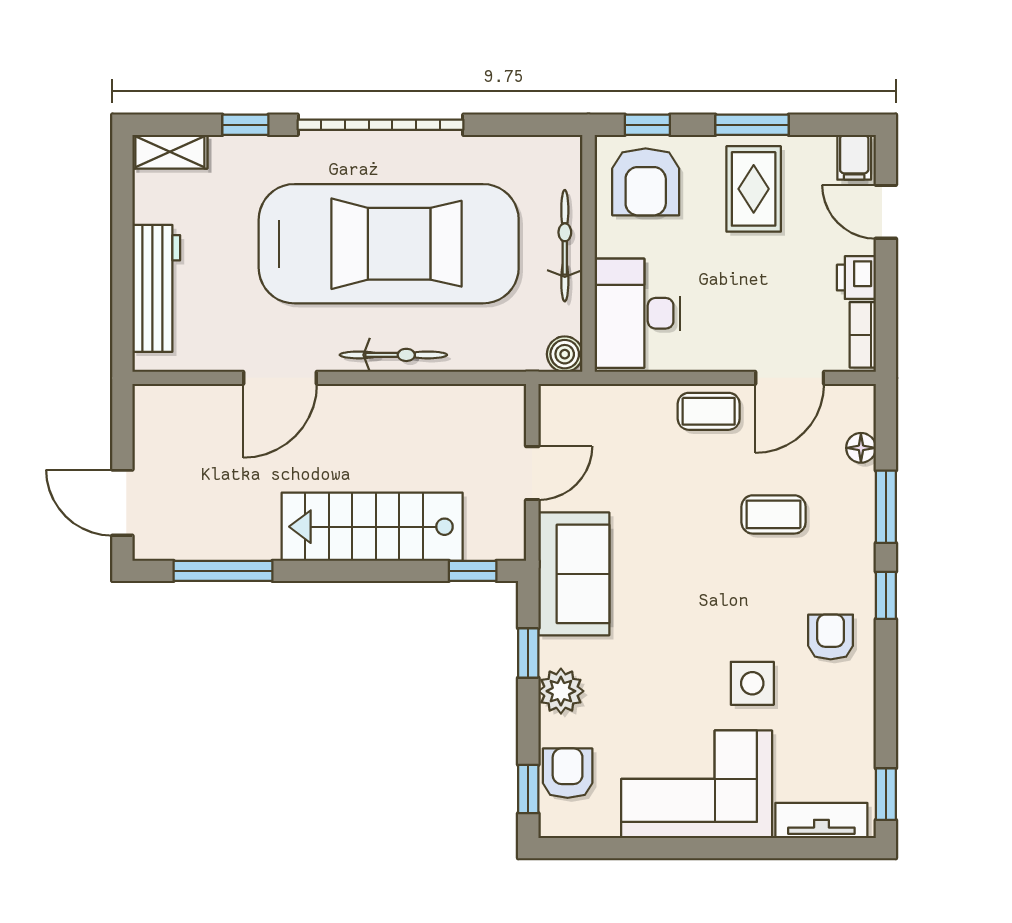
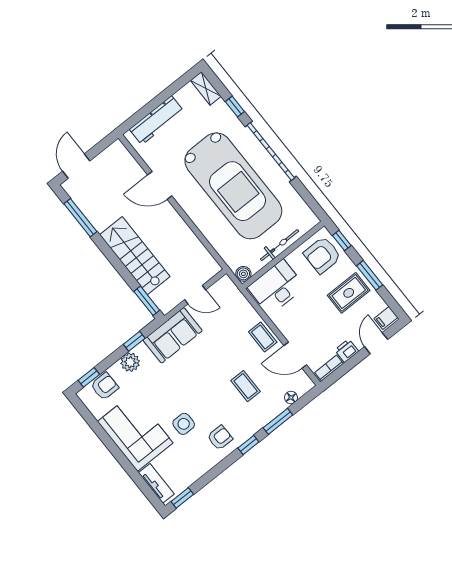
bicycle: (393, 355) -> (198, 217), removed
window: (473, 571) -> (147, 301), width x1.50

